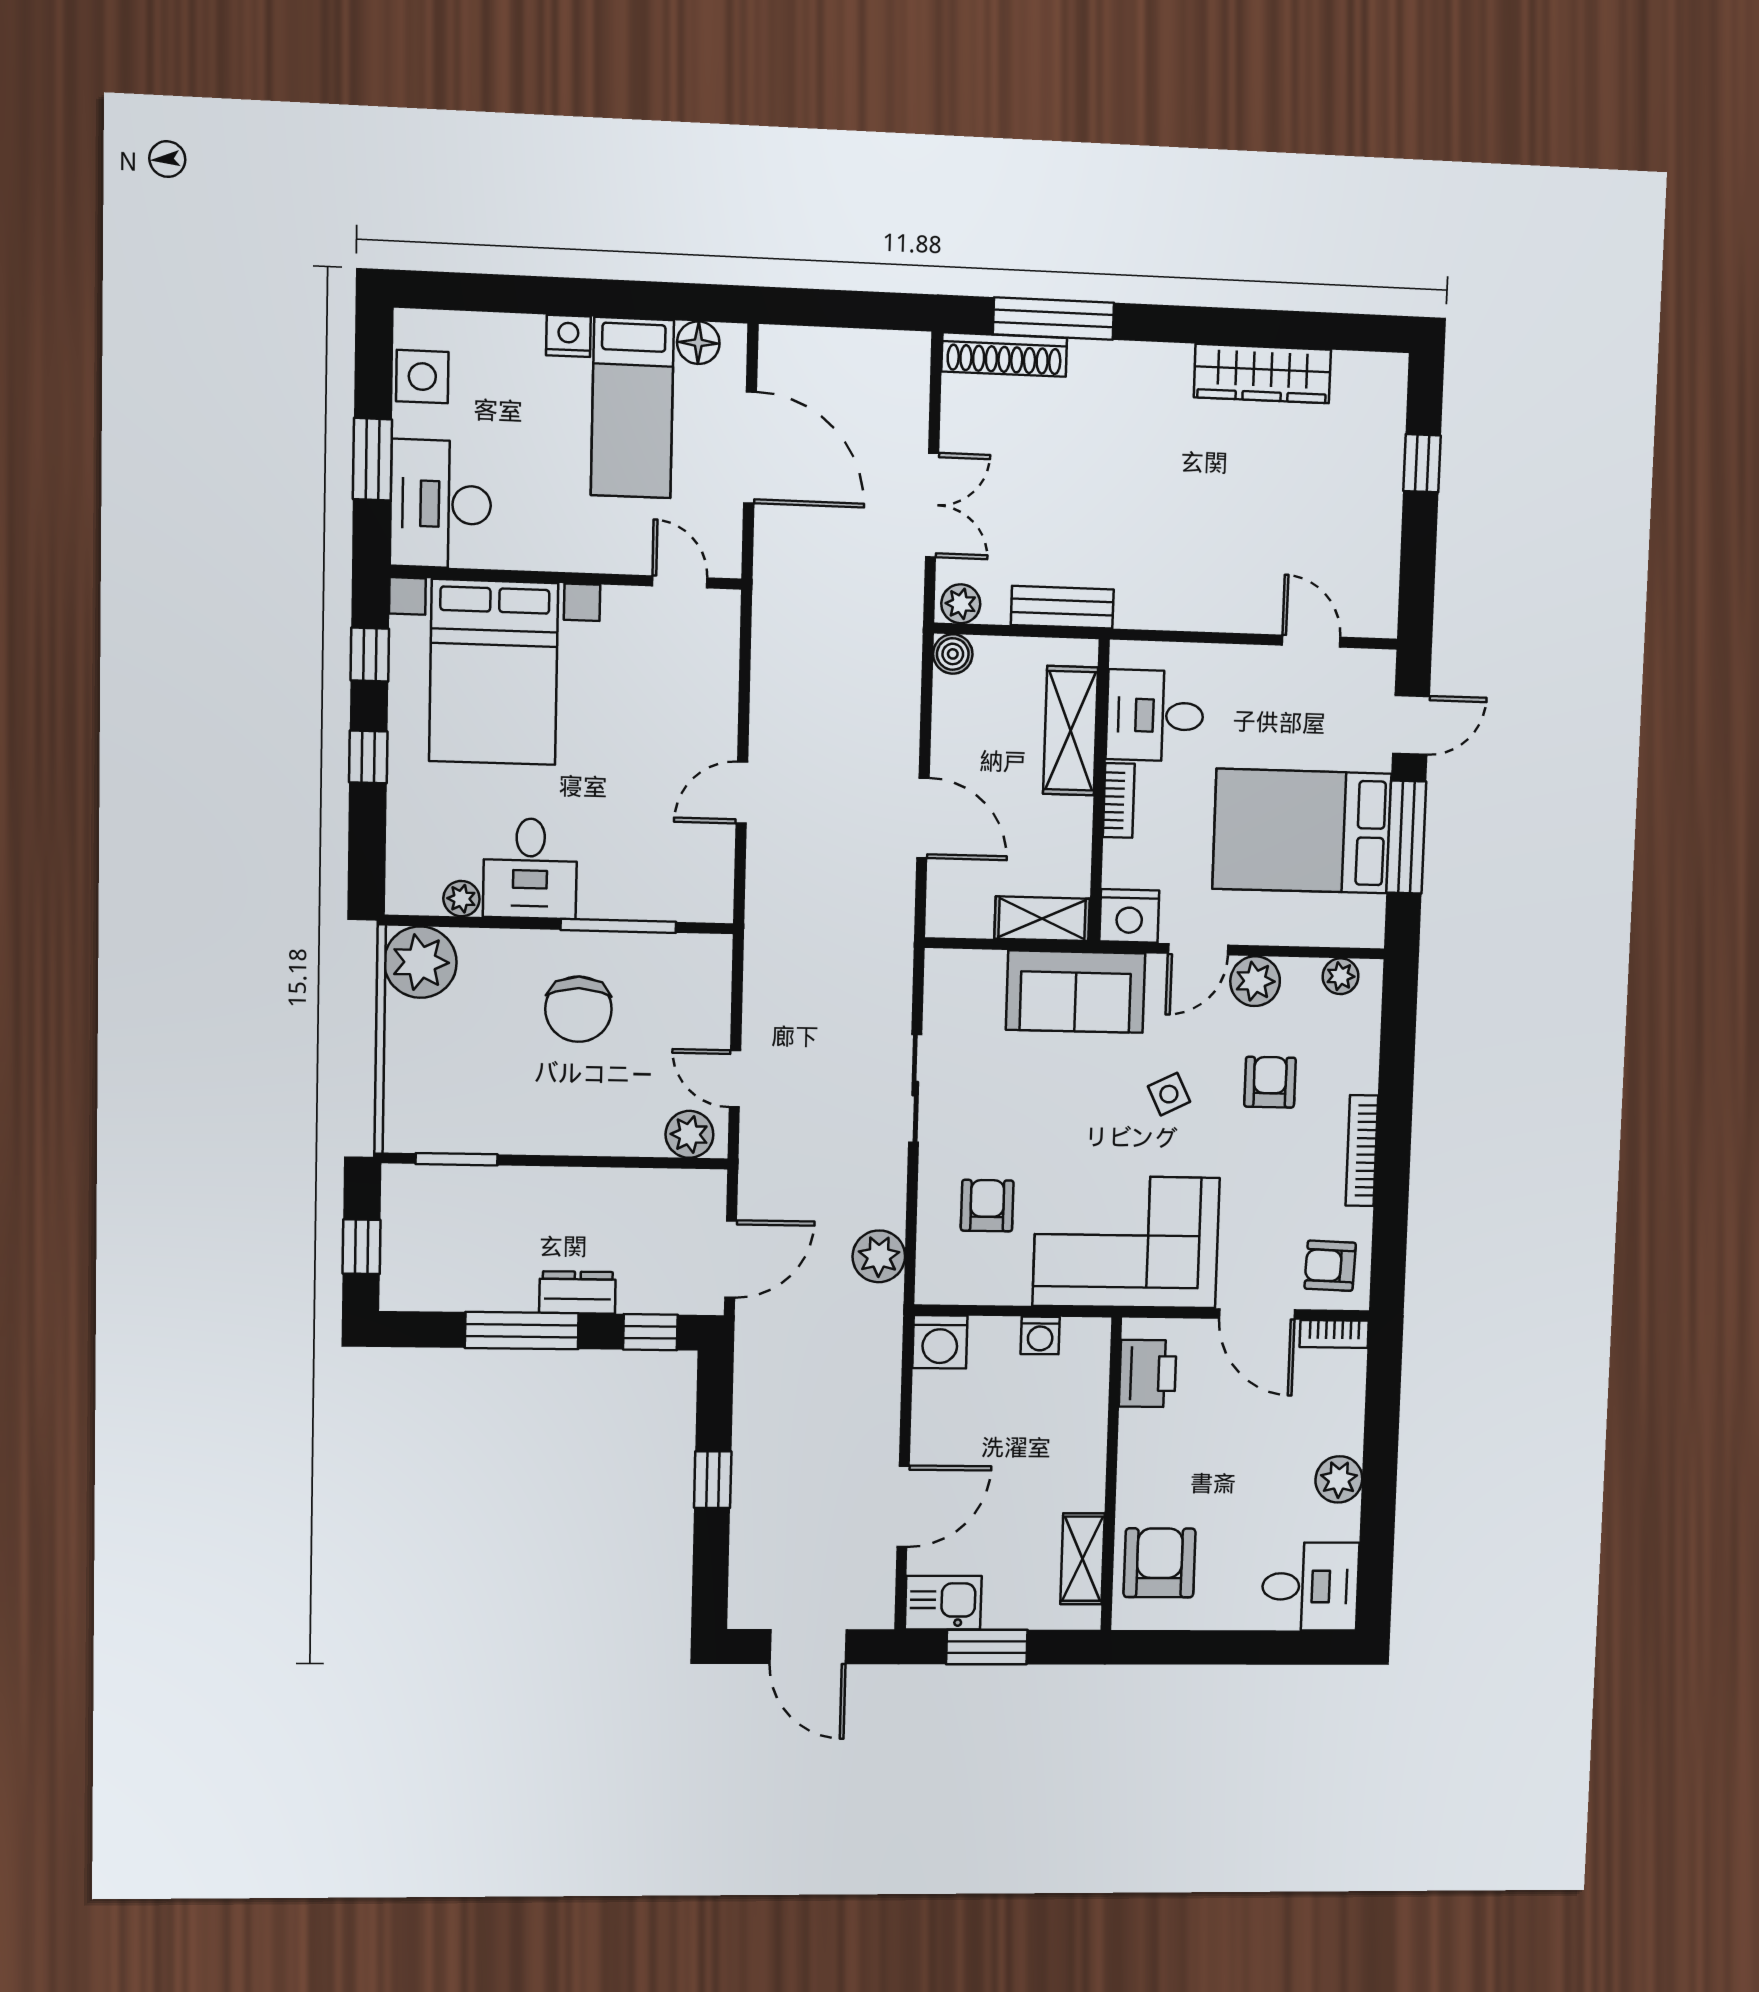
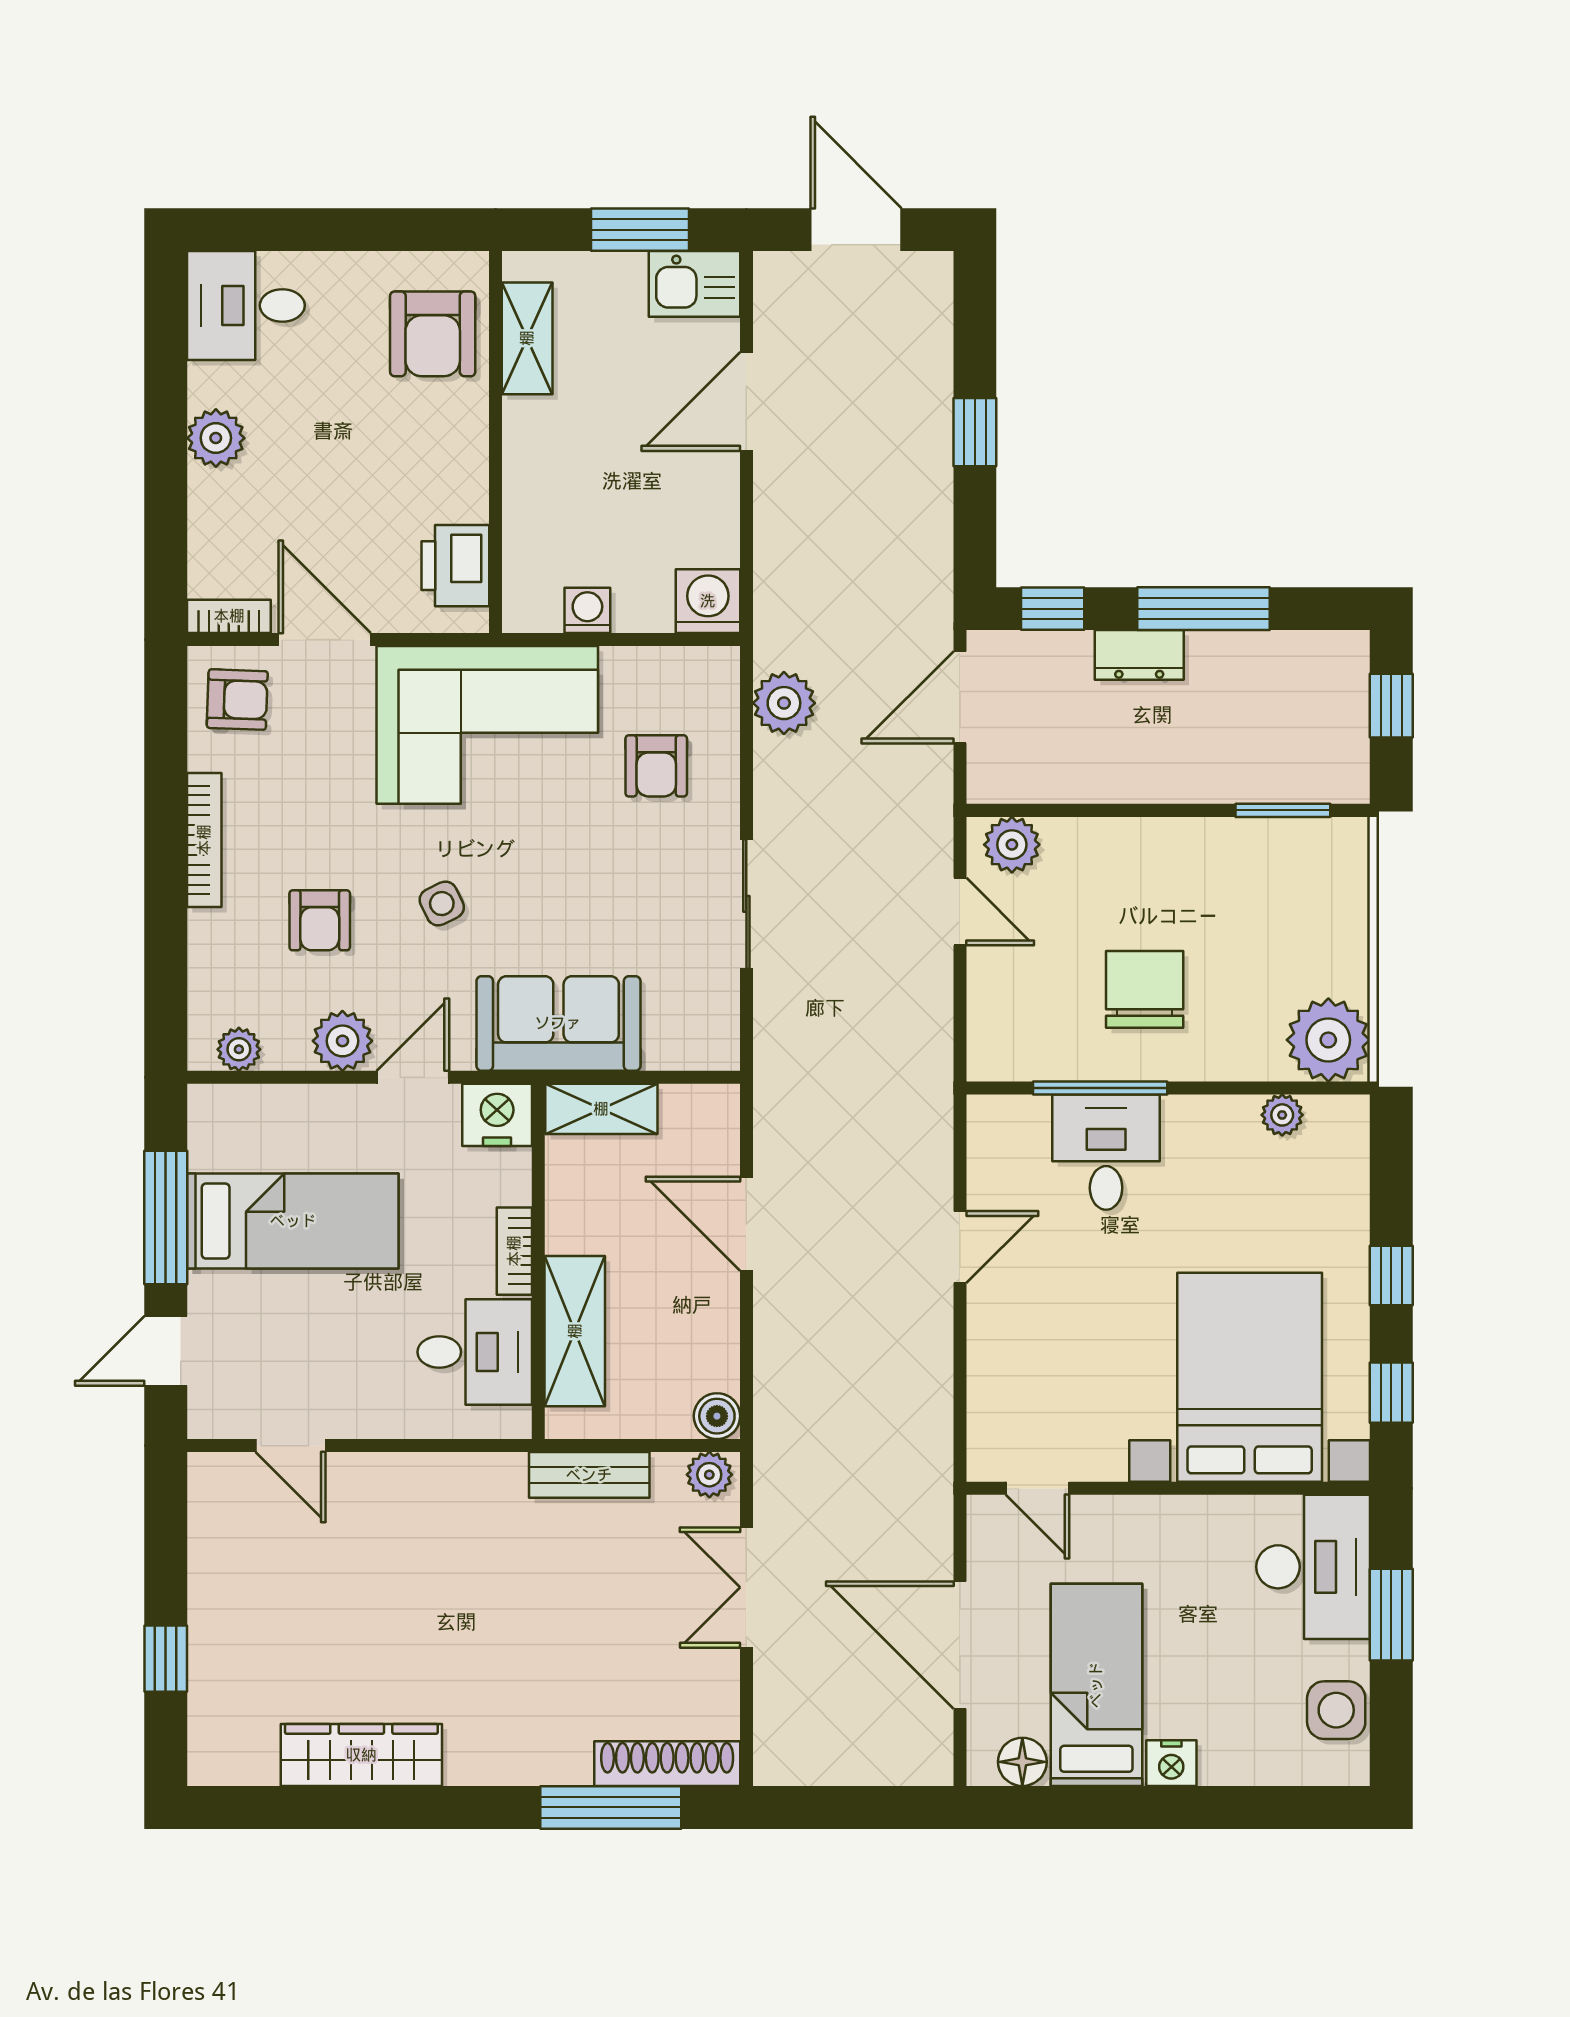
bed: (1302, 831) -> (293, 1221), width x0.67
desk: (530, 868) -> (1106, 1152), moved

